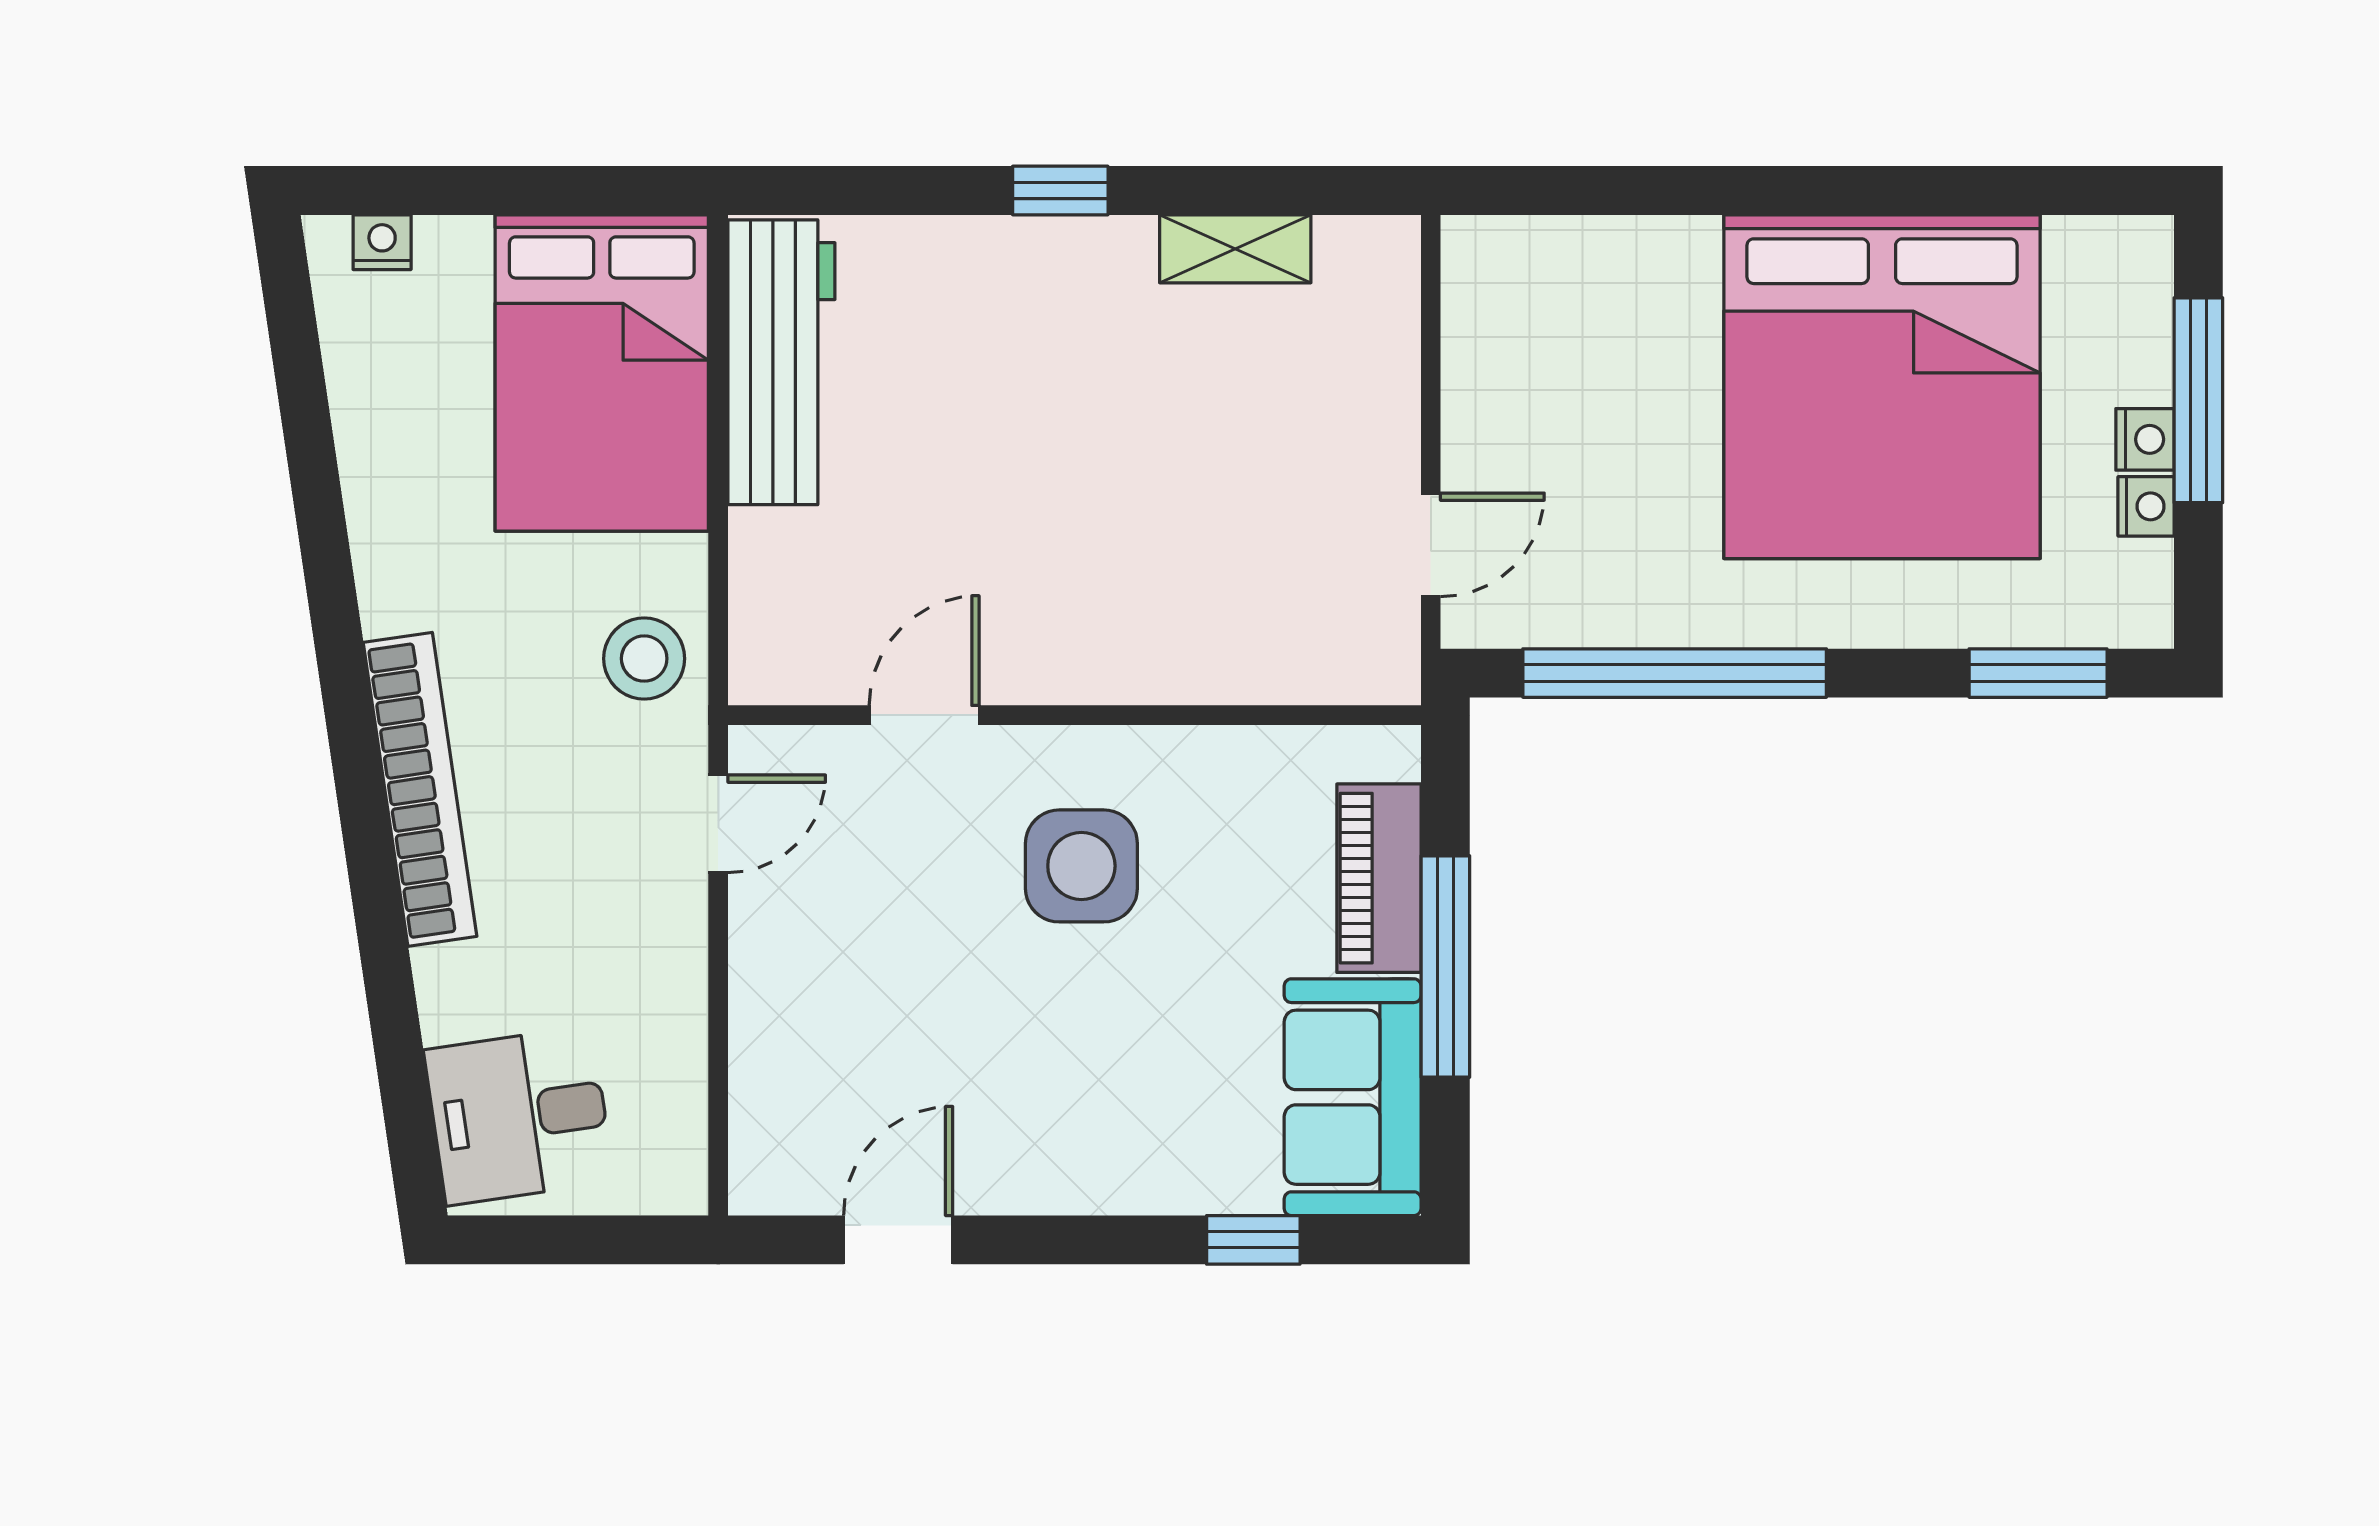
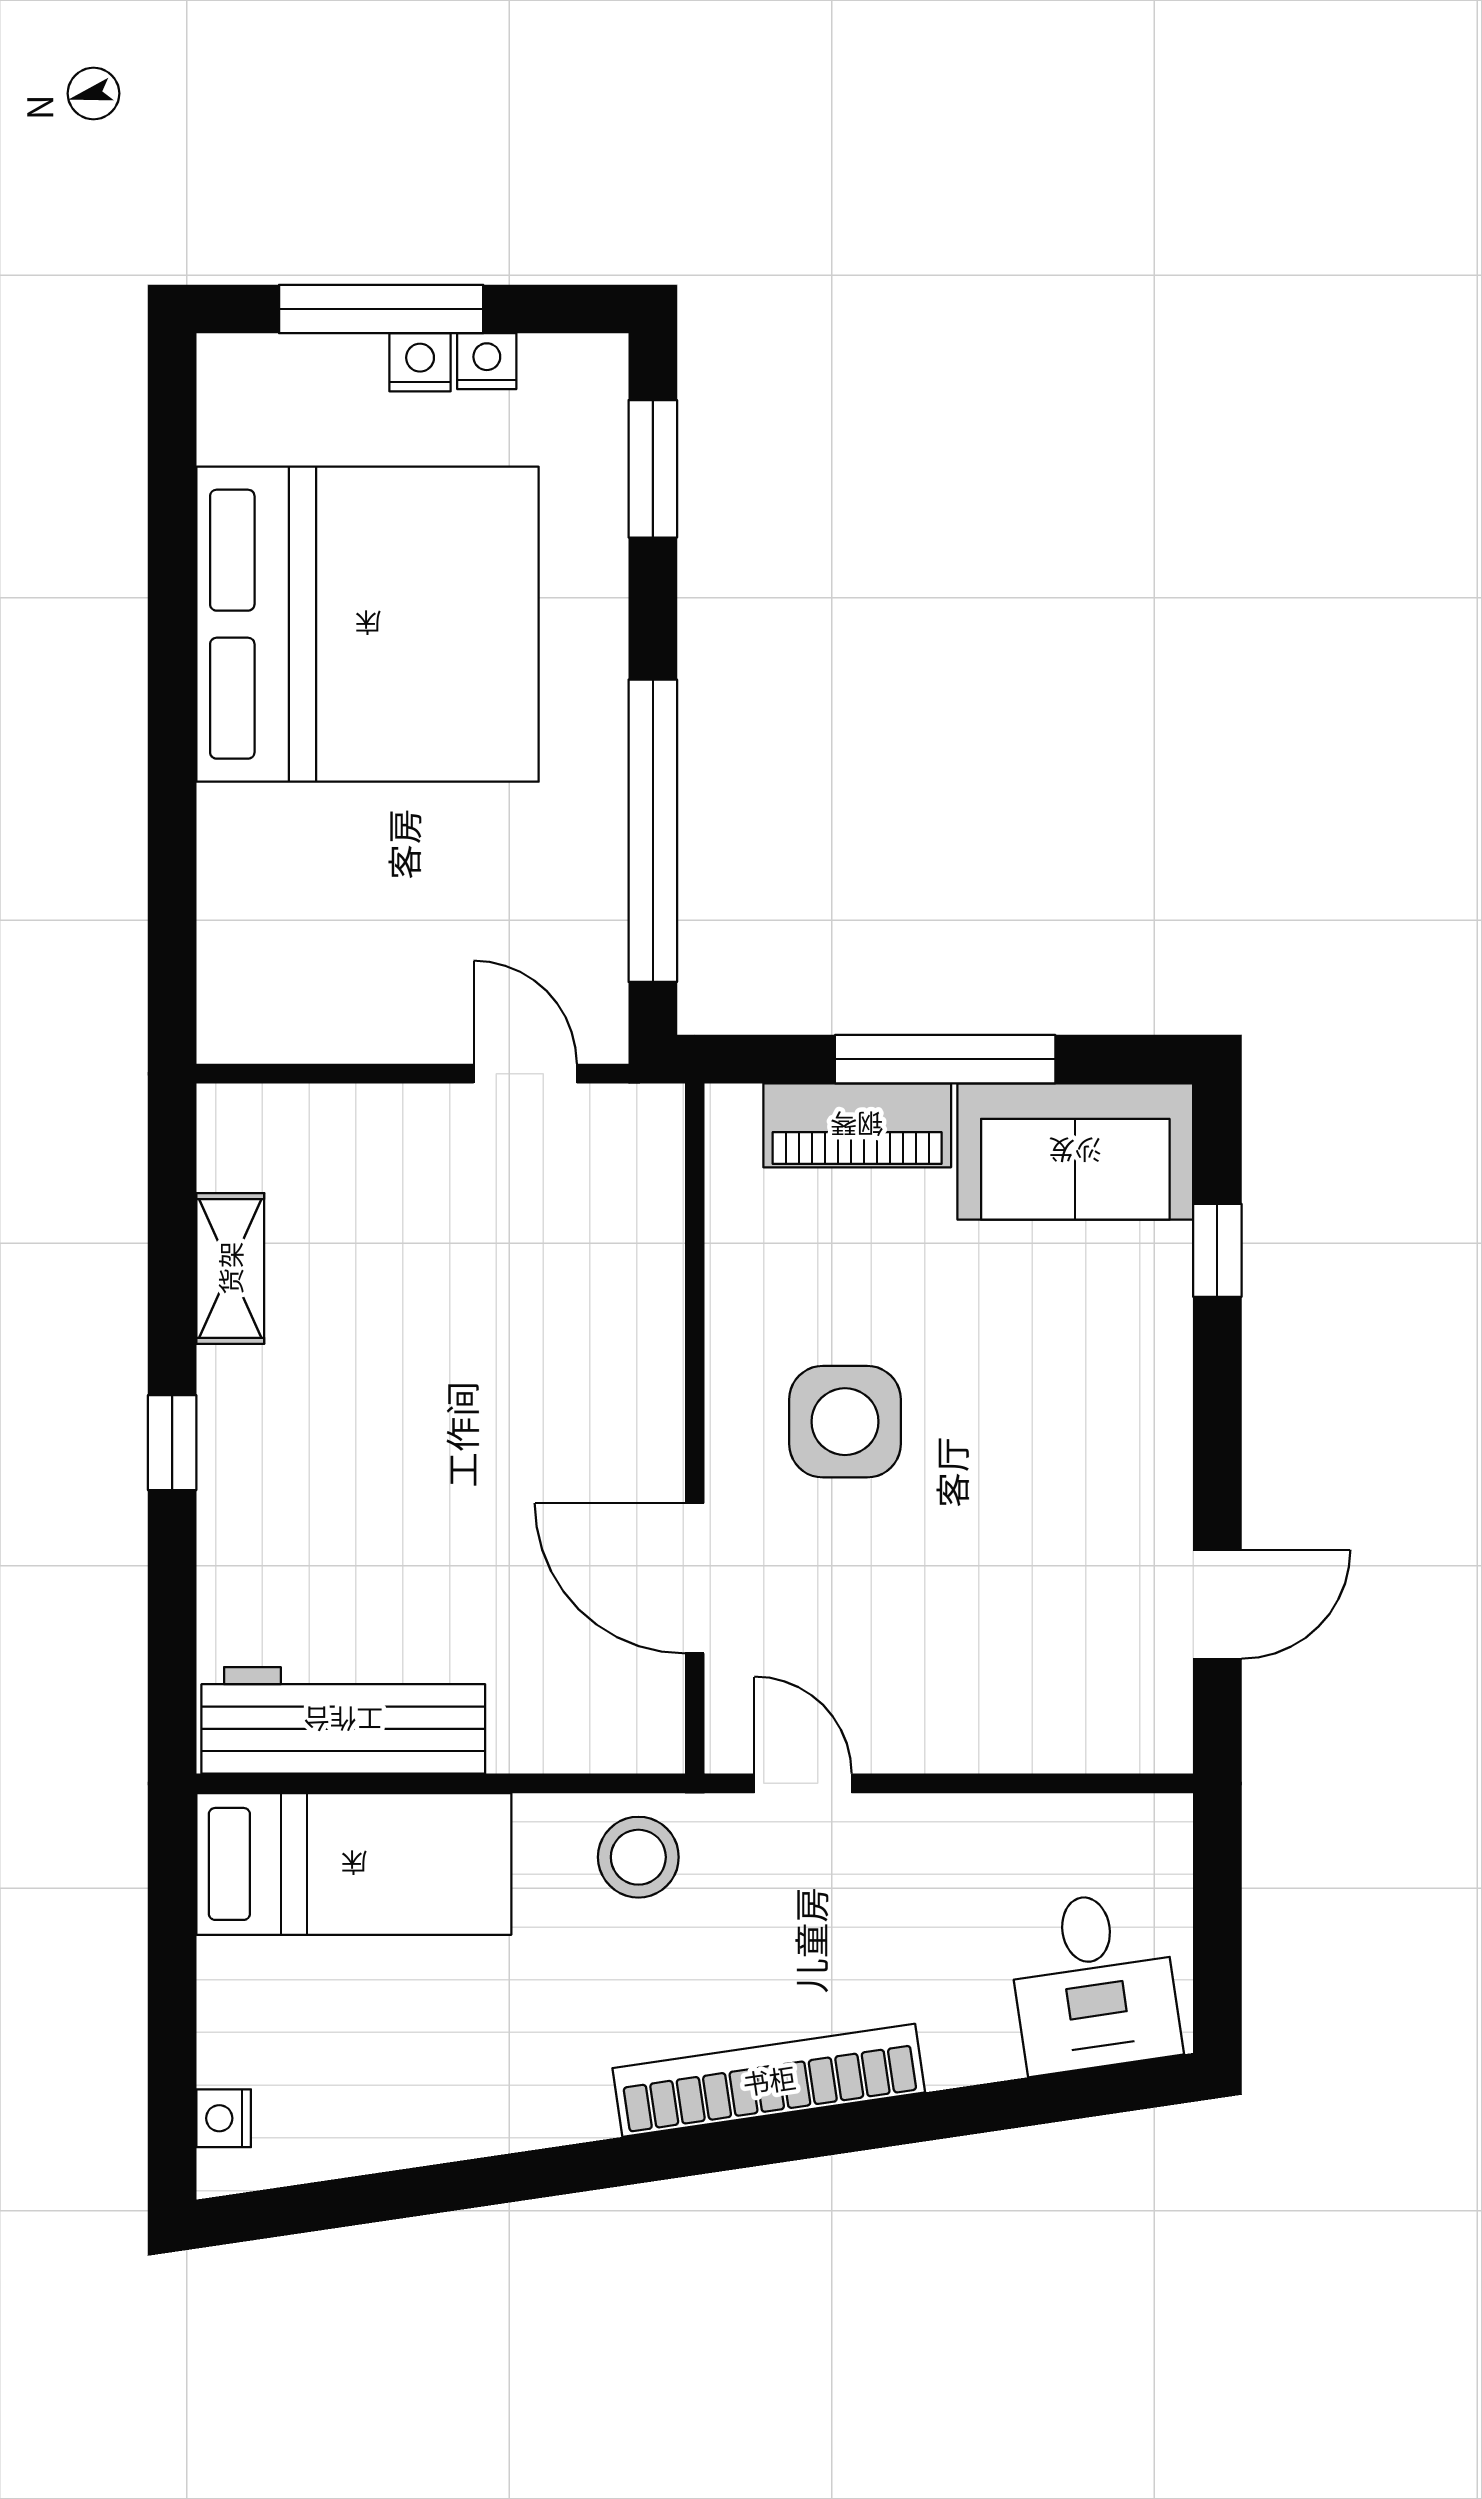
bed: (602, 373) -> (354, 1864), width x0.67
door: (924, 715) -> (695, 1578), width x1.38
door: (898, 1240) -> (1217, 1604), swing flipped

